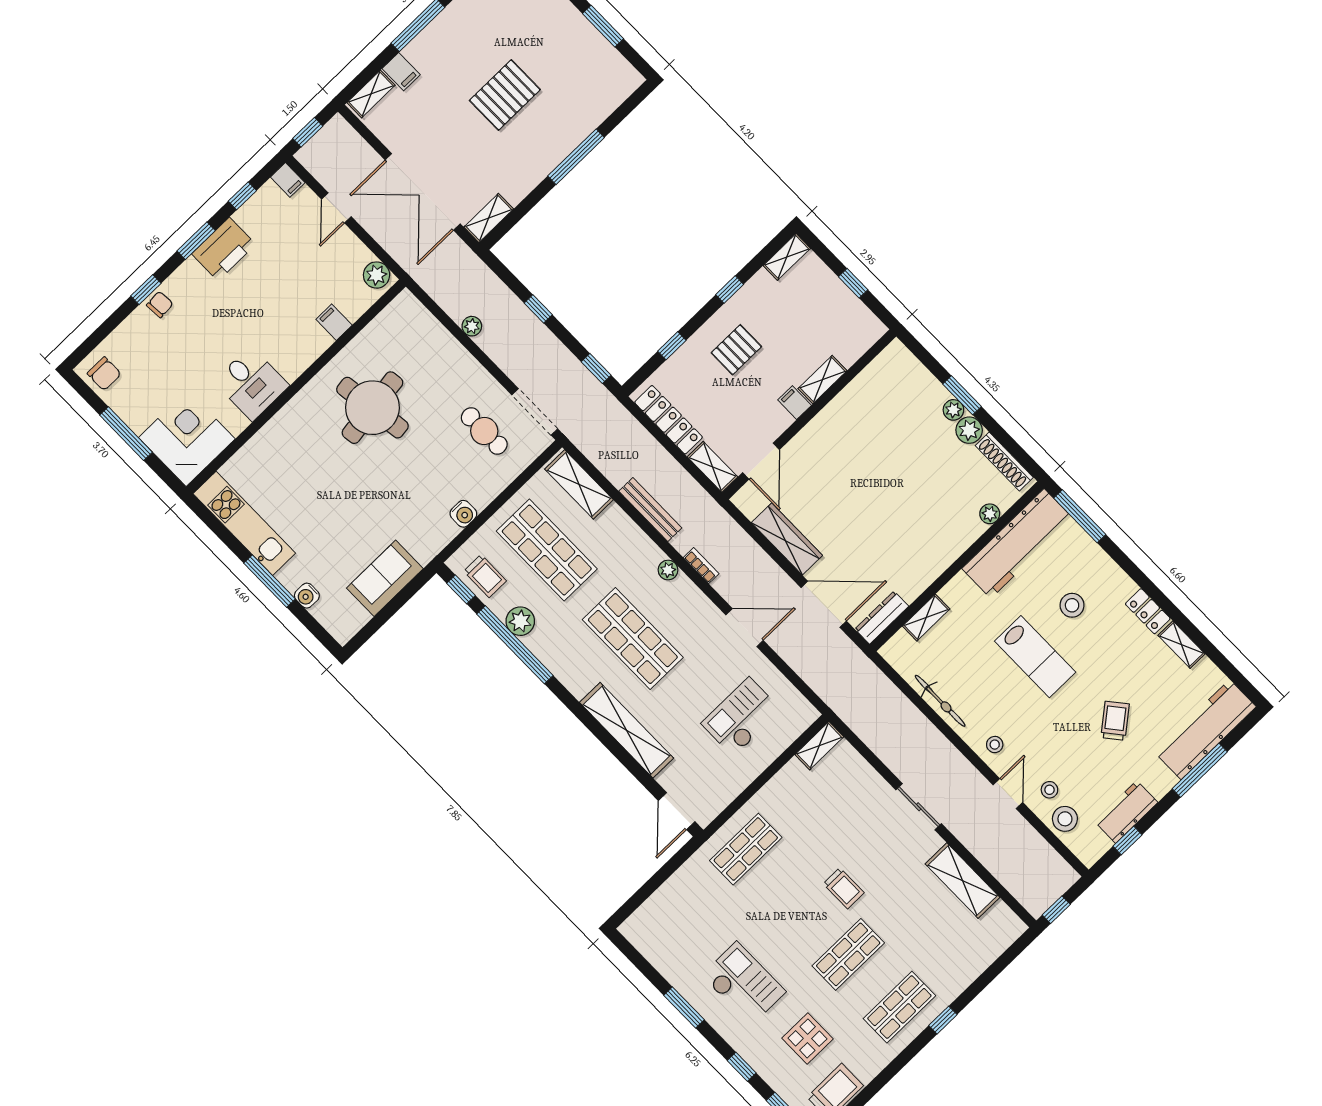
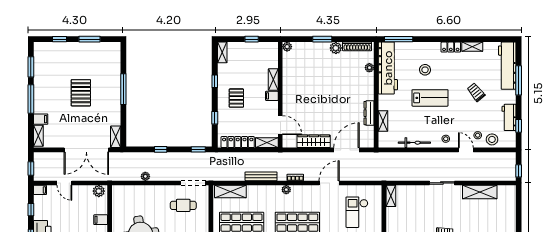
plant: (953, 410) -> (287, 47), moved
dresser: (882, 618) -> (369, 113), moved

